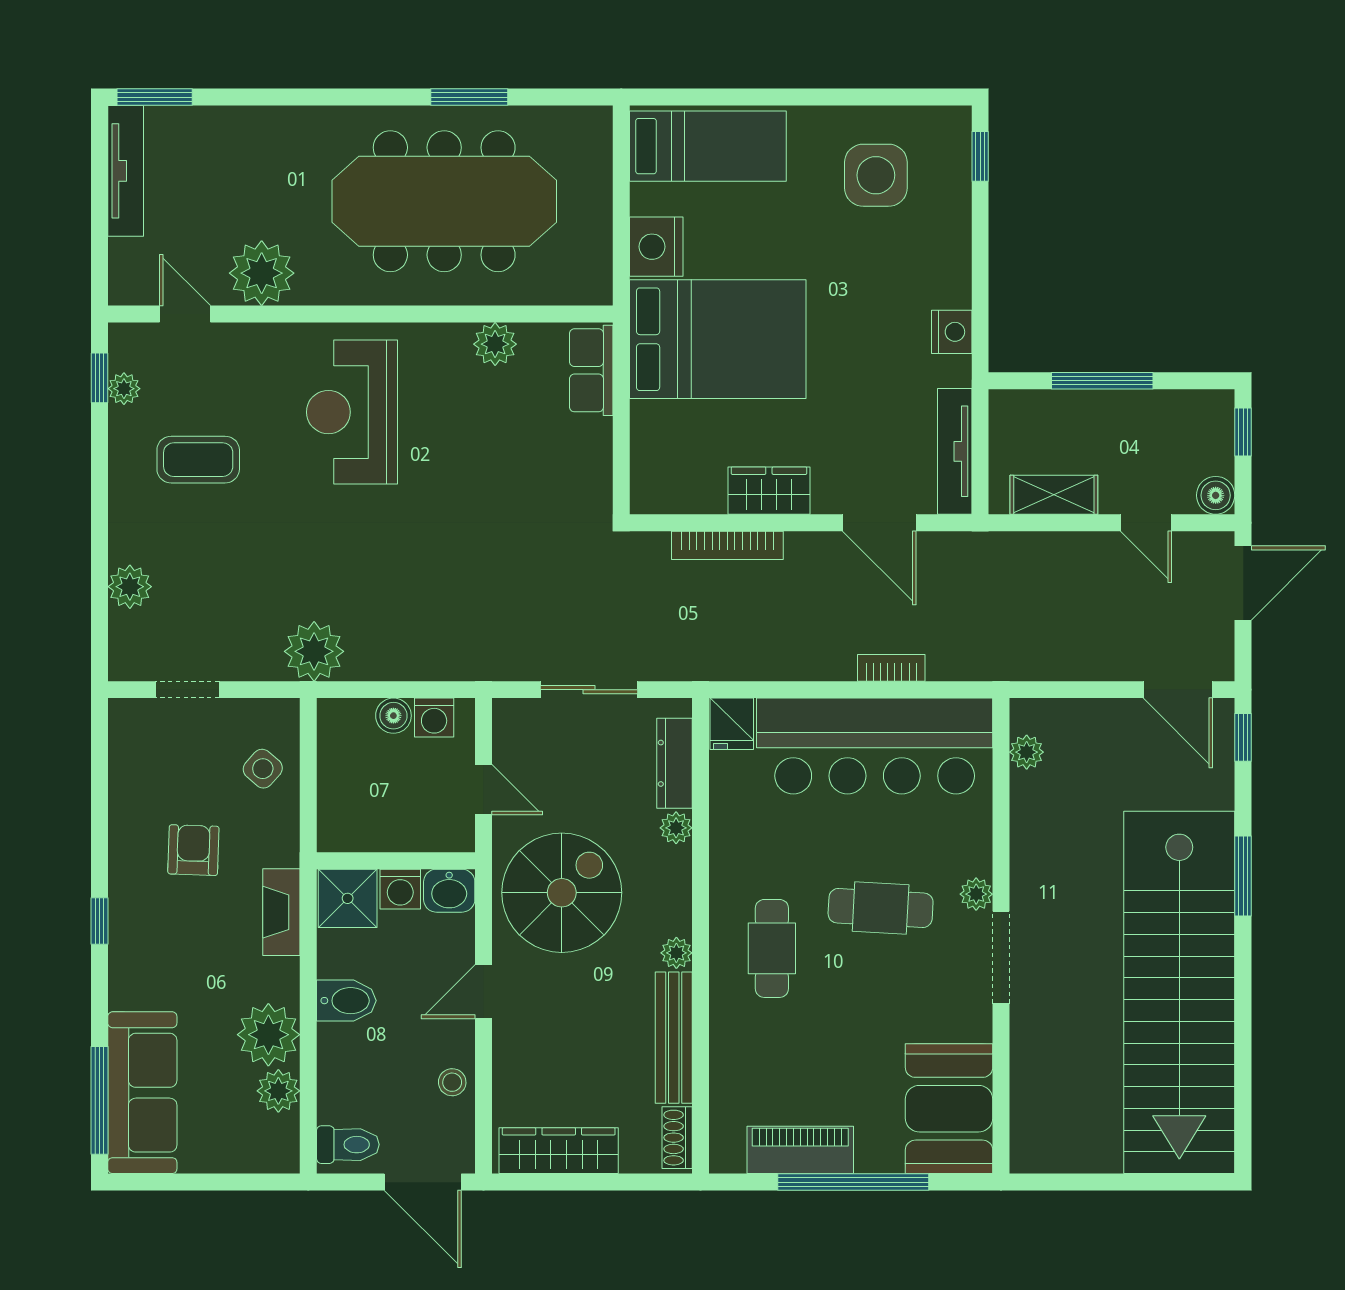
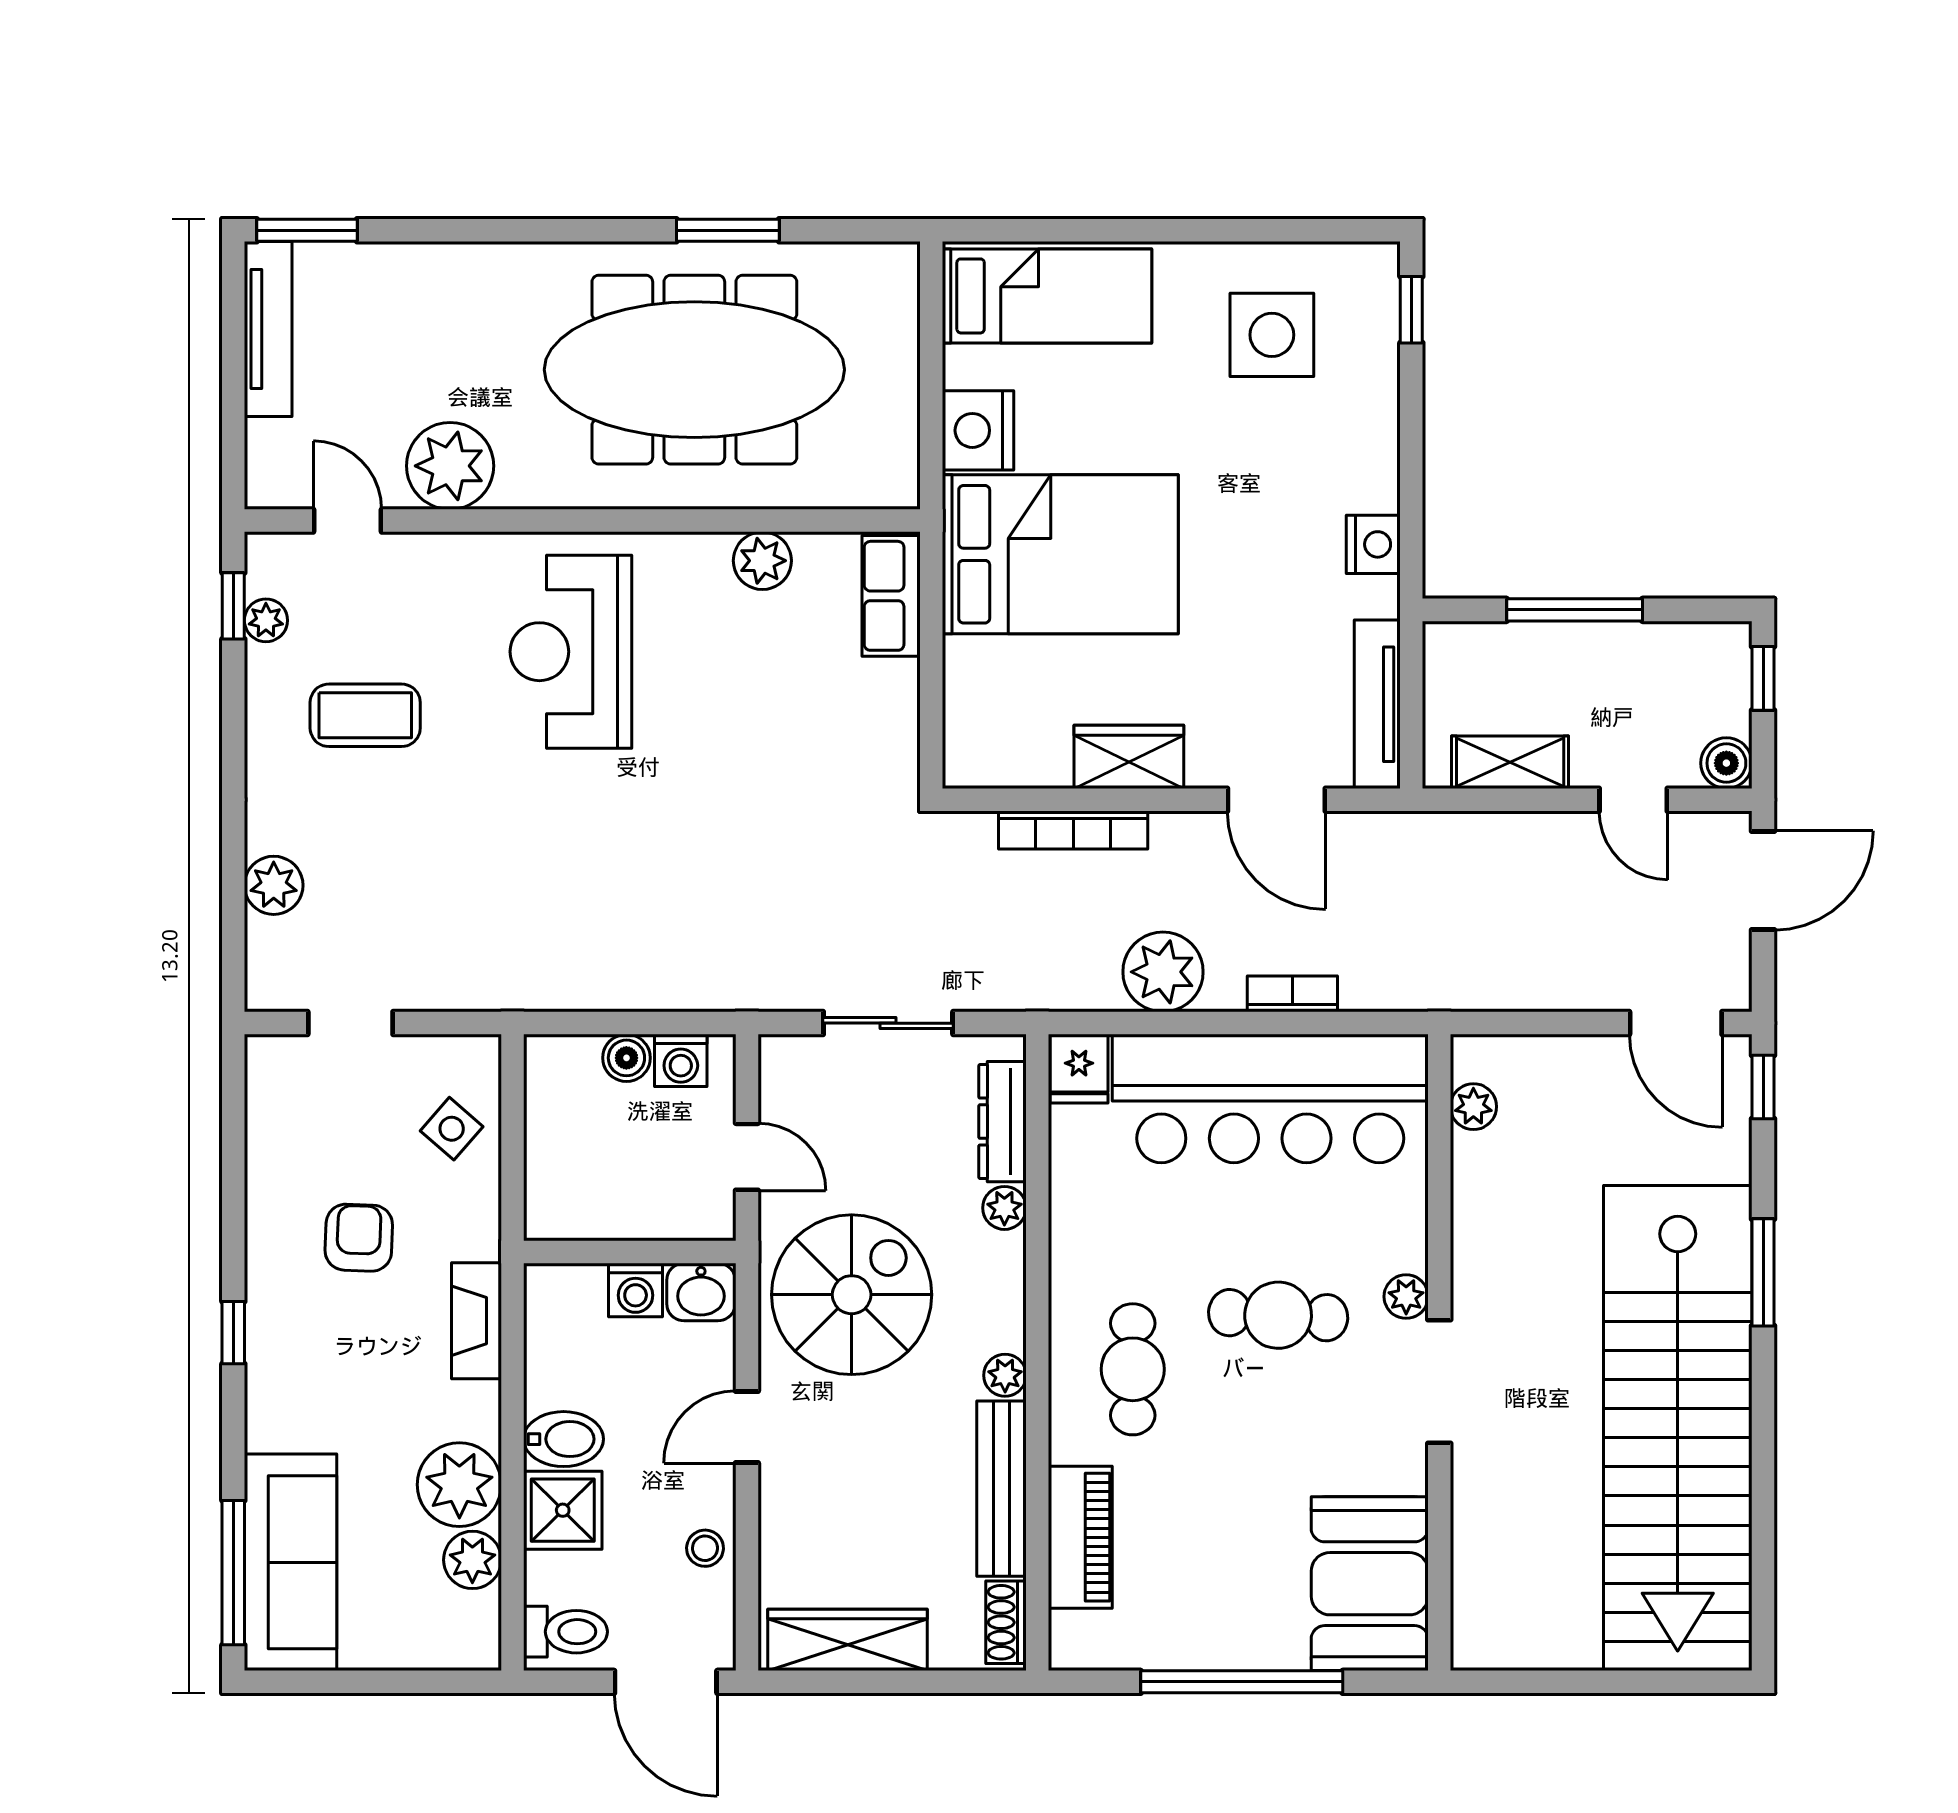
plant: (314, 651) -> (1163, 972), moved
shower: (348, 898) -> (563, 1510), moved
piano: (800, 1150) -> (1080, 1537), moved, turned 90

